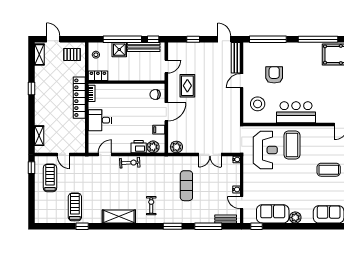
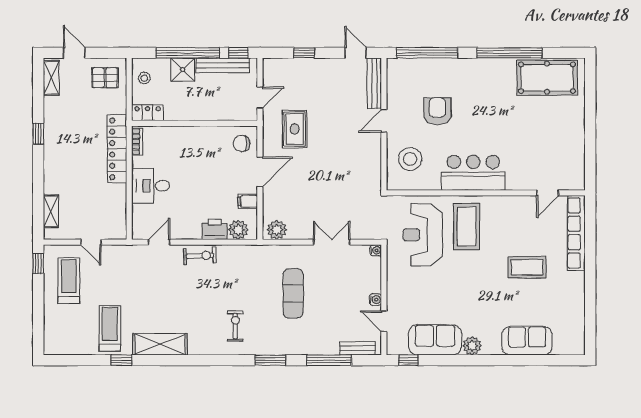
reception desk: (265, 150) -> (423, 235), turned 180
double door: (210, 154) -> (332, 242), swing flipped
shelving: (119, 217) -> (160, 344), moved

